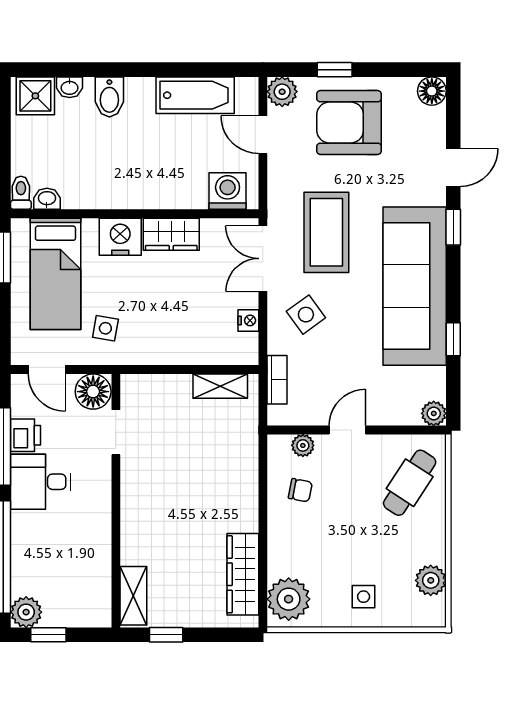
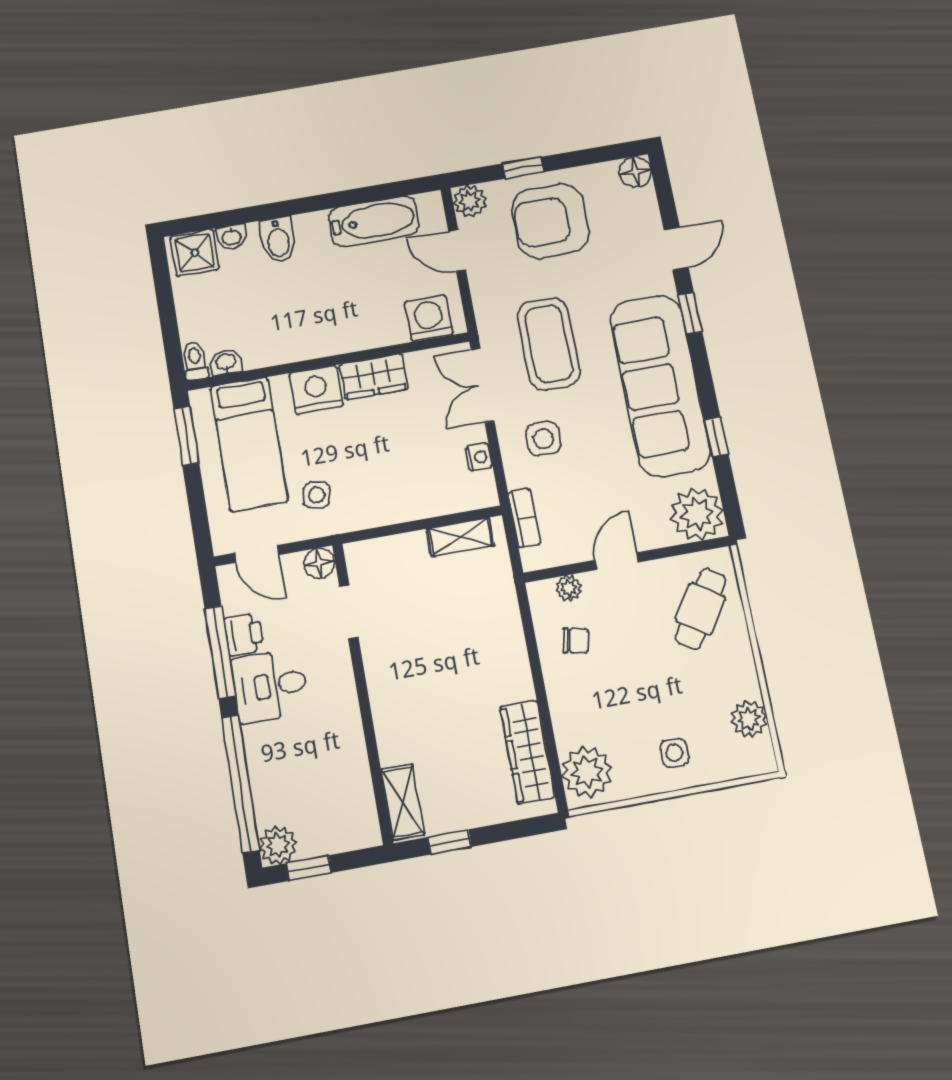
side table: (306, 315) -> (543, 439), turned 36
floor lamp: (93, 392) -> (319, 563), width x0.73, depth x0.73
plant: (434, 413) -> (697, 514), width x1.88, depth x1.88

